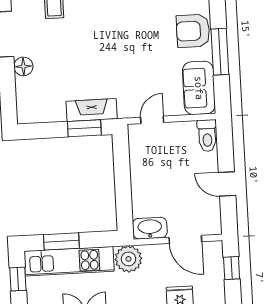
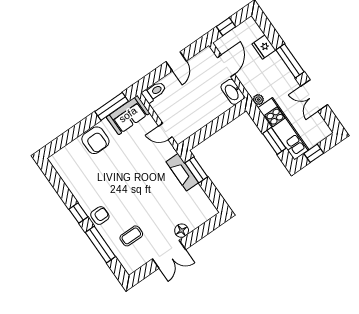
window: (220, 52) -> (112, 106), moved
plant: (128, 259) -> (258, 100), width x0.53, depth x0.53

